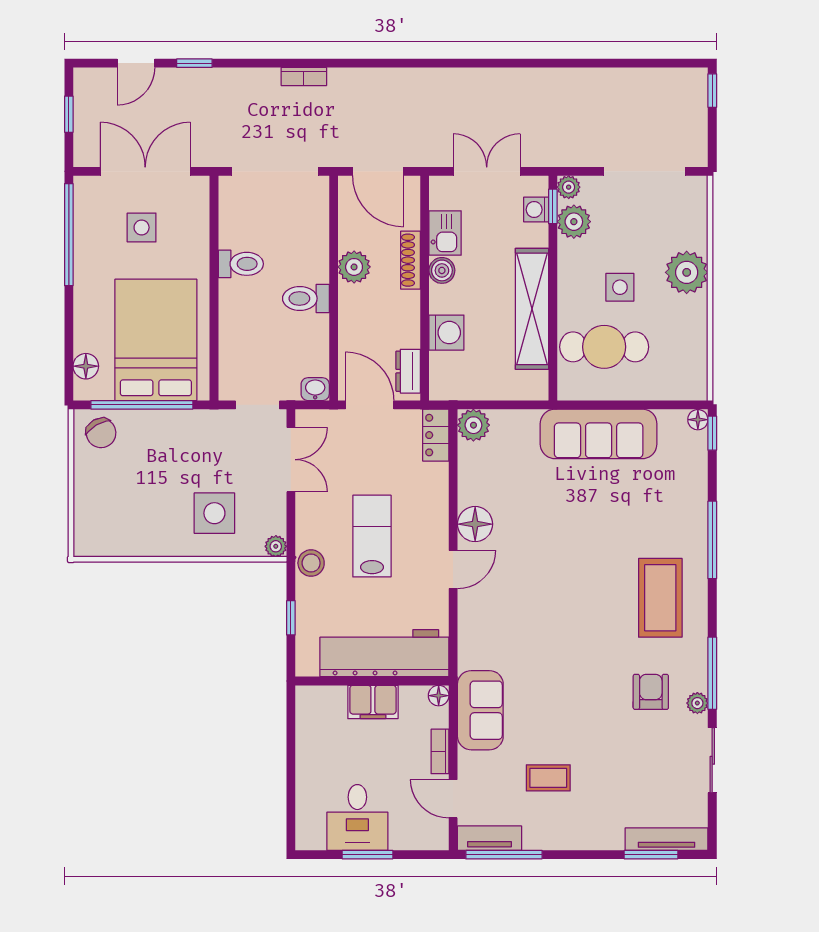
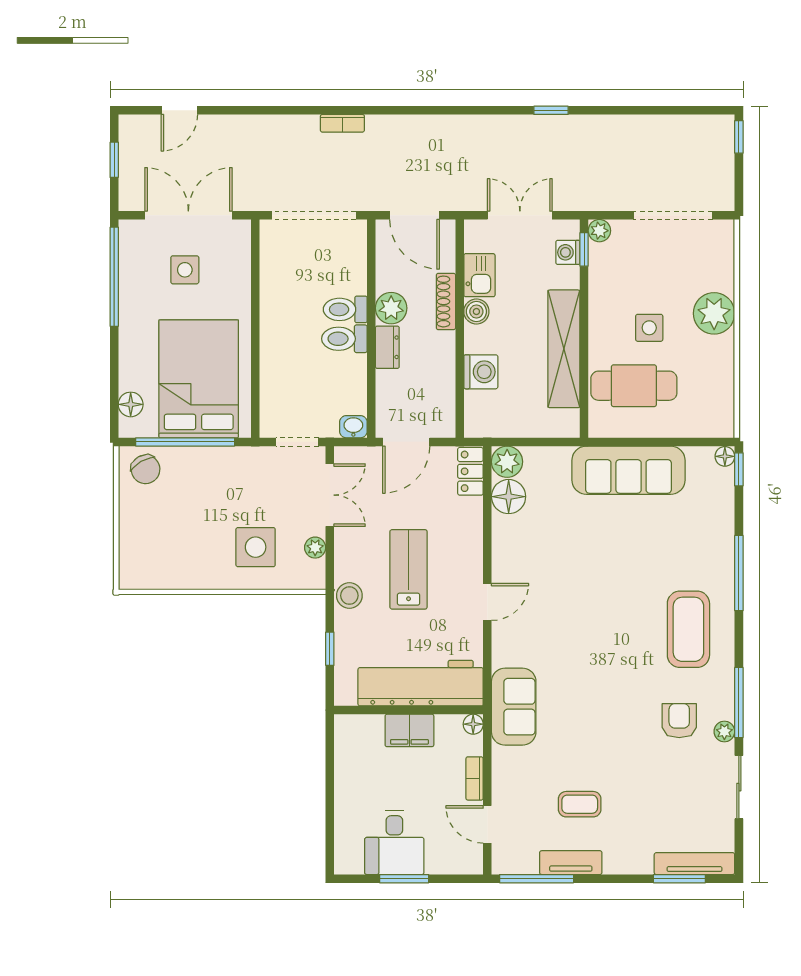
window: (194, 63) -> (551, 110), moved
plant: (574, 222) -> (604, 264), removed
toilet: (241, 264) -> (345, 309), moved, turned 180
dresser: (408, 371) -> (387, 347), moved, turned 180
door: (370, 405) -> (406, 442), swing flipped
floor lamp: (475, 524) -> (509, 497), moved
plant: (276, 546) -> (315, 548), moved
sofa: (480, 710) -> (514, 707), moved
tv unit: (490, 838) -> (571, 863), moved

